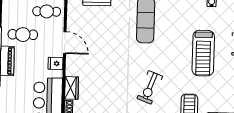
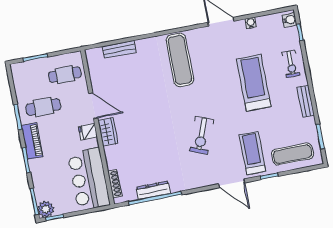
treadmill: (203, 53) -> (254, 83), turned 180
wardrobe: (72, 88) -> (108, 132), moved

